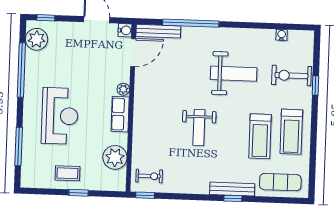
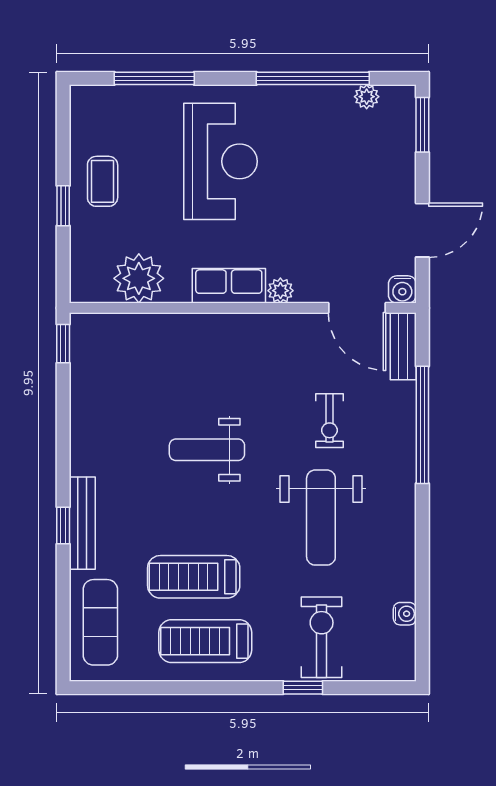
window: (46, 18) -> (422, 125), width x1.50
bench: (158, 31) -> (403, 346), width x0.73
plant: (37, 39) -> (367, 97), width x0.53, depth x0.53
reception desk: (60, 116) -> (221, 161), turned -90
exercise bike: (149, 176) -> (329, 421), moved

